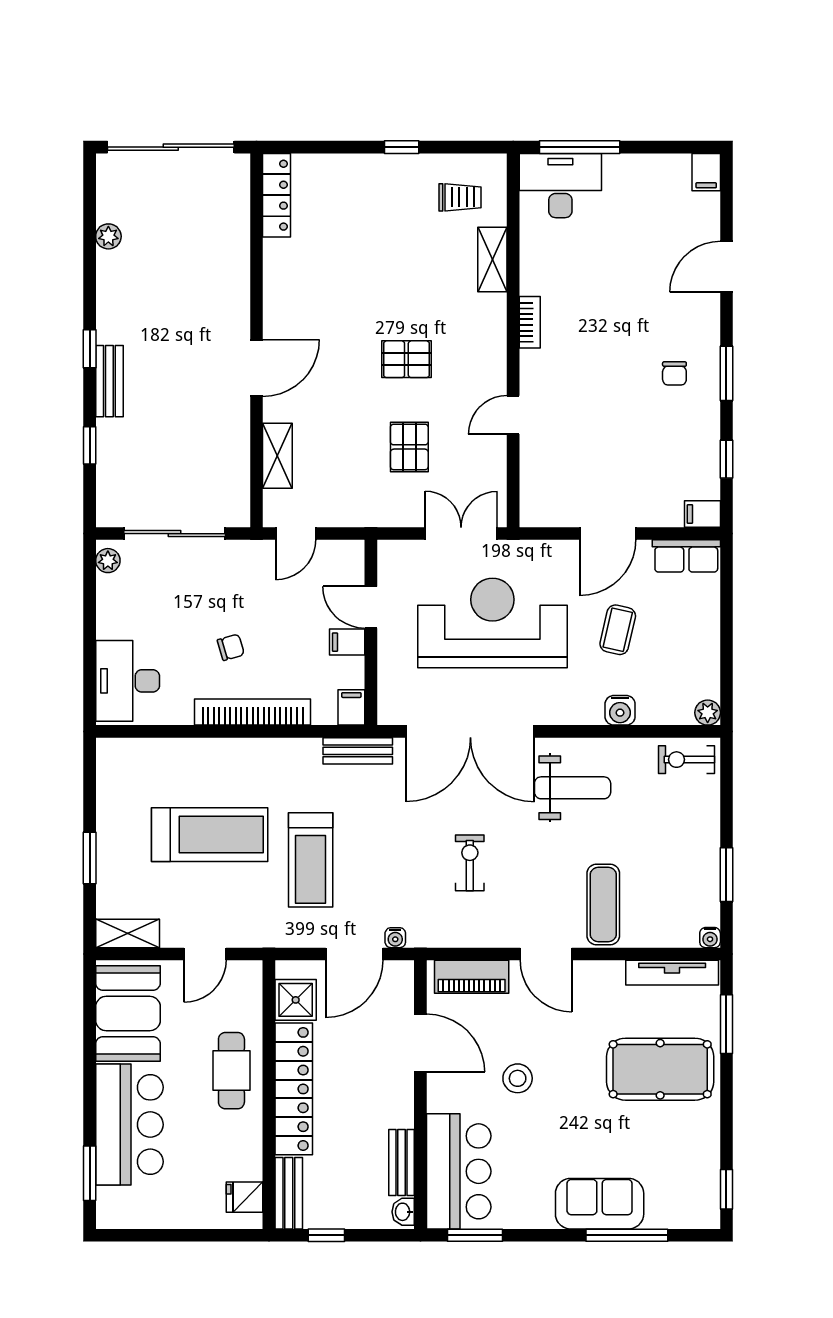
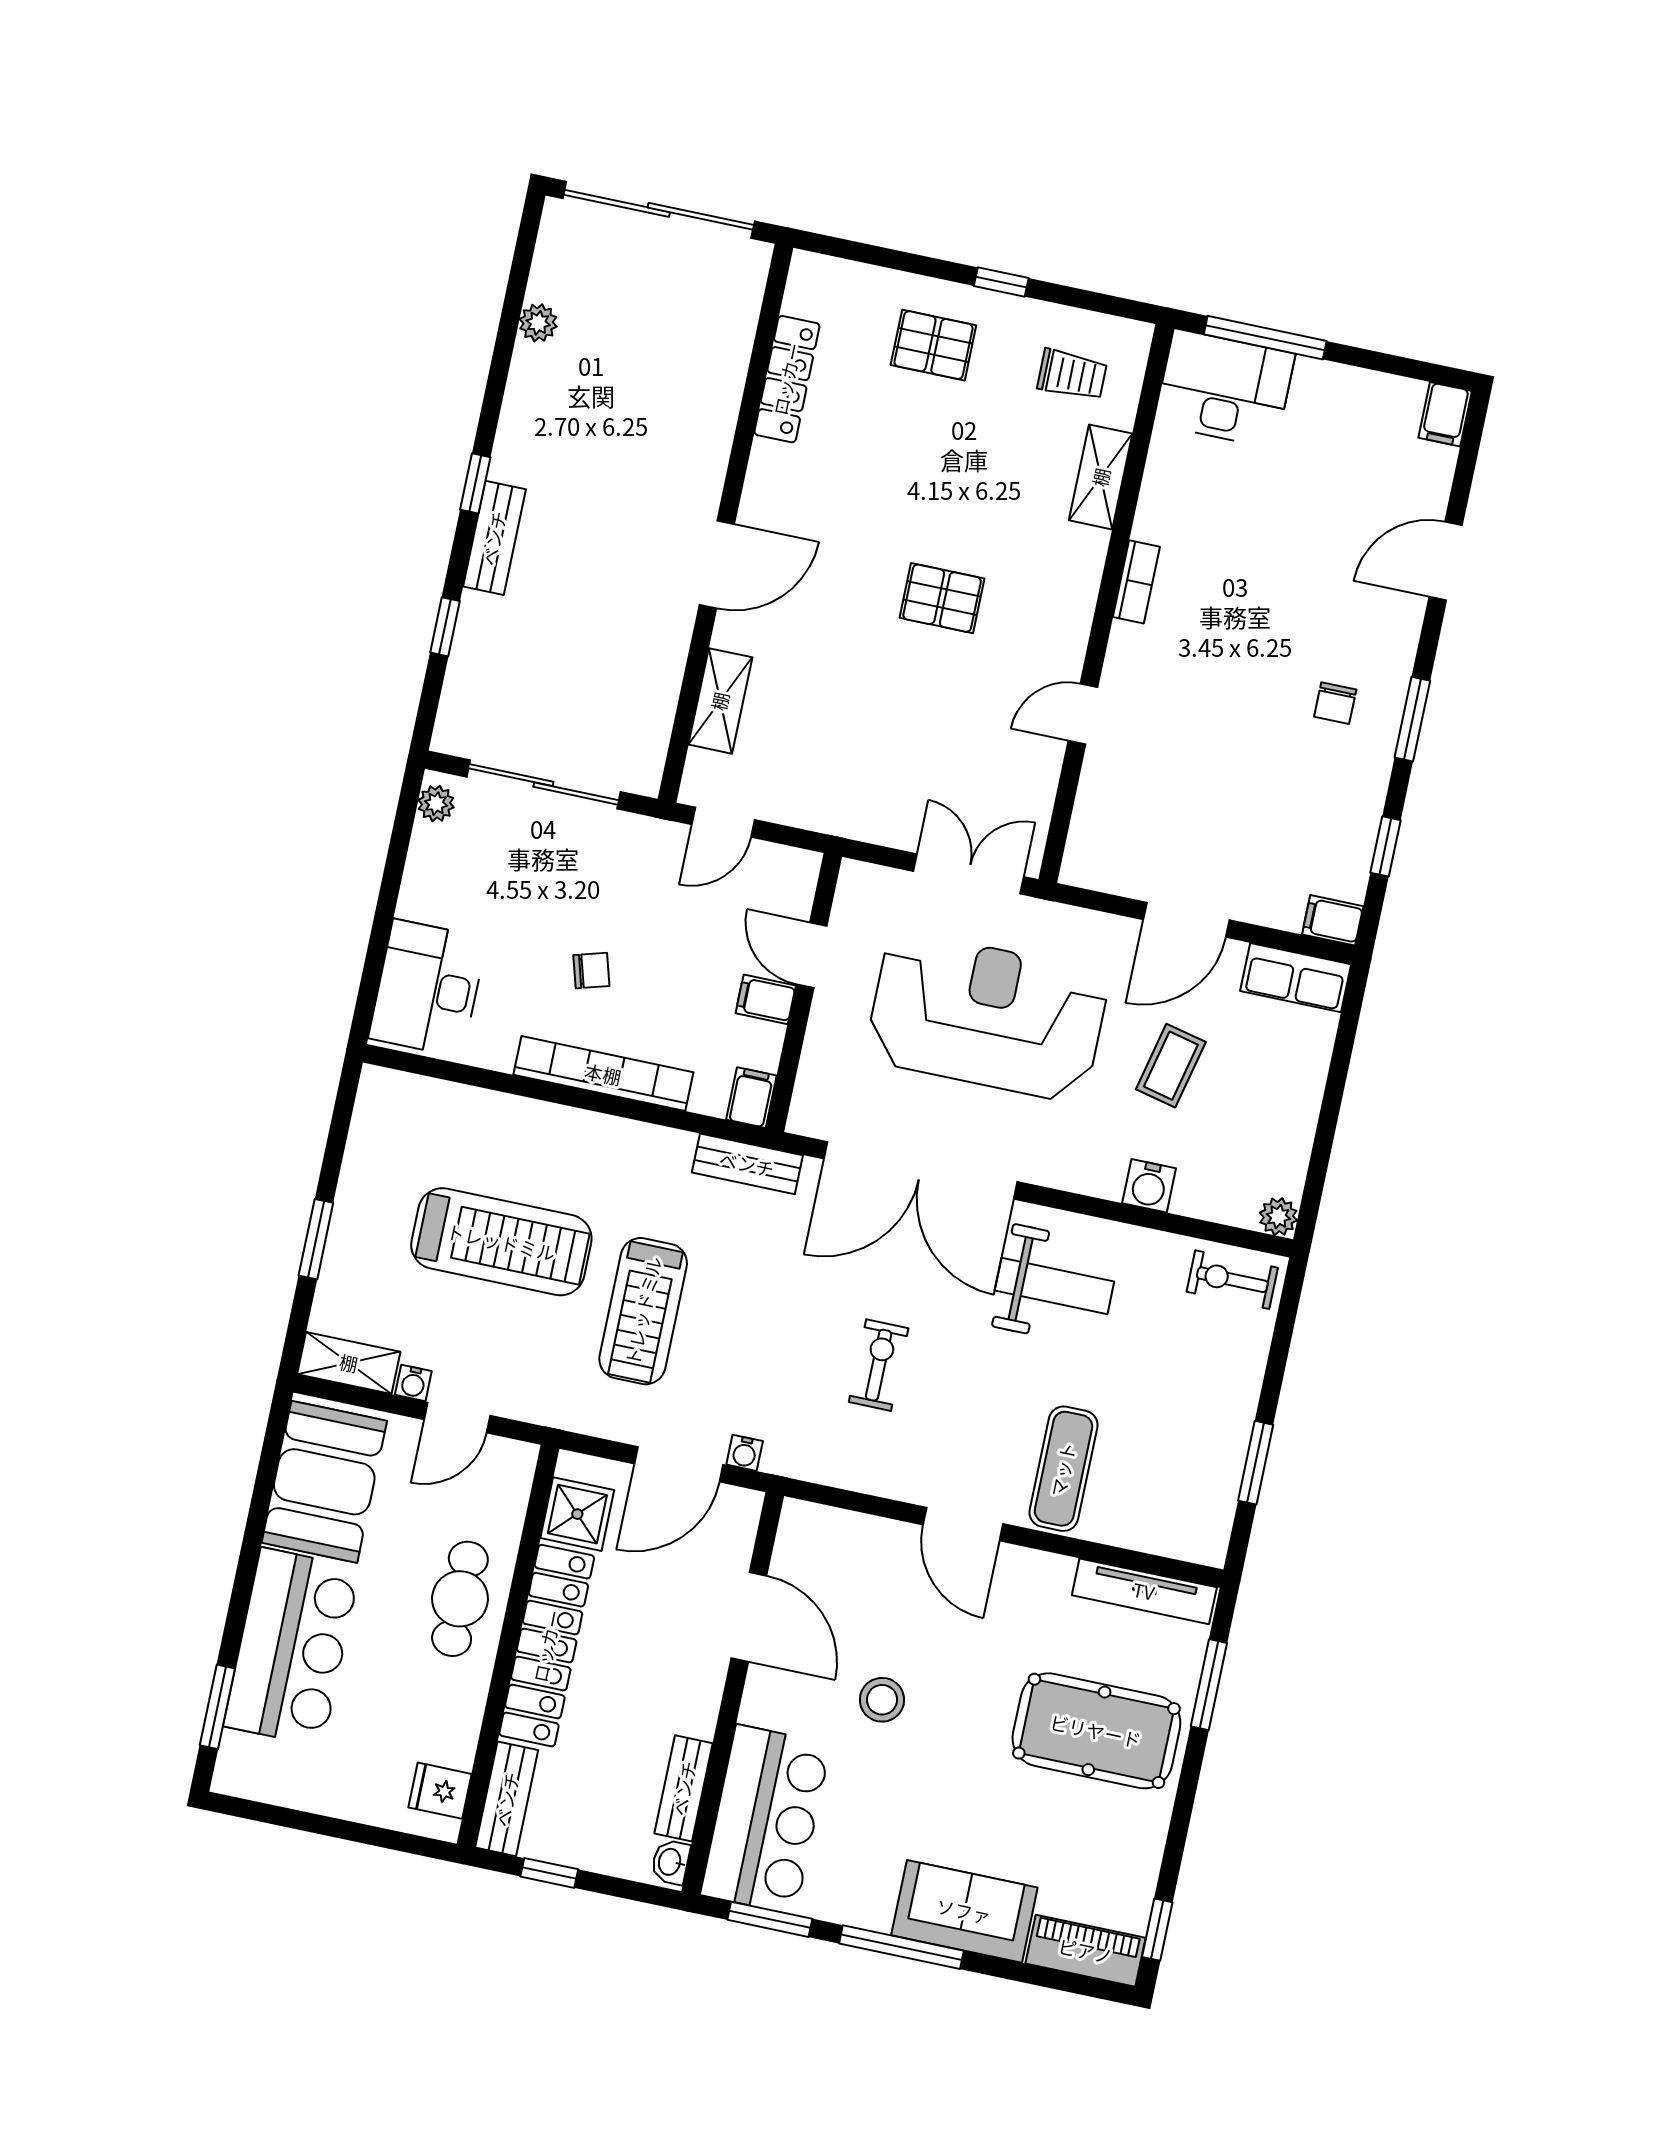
locker: (277, 195) -> (787, 379), moved
pallet: (409, 447) -> (933, 345), moved, turned 90
water cooler: (710, 938) -> (413, 1383), moved
piano: (472, 977) -> (1086, 1951), moved, turned 180
window: (627, 1235) -> (901, 1947), moved

